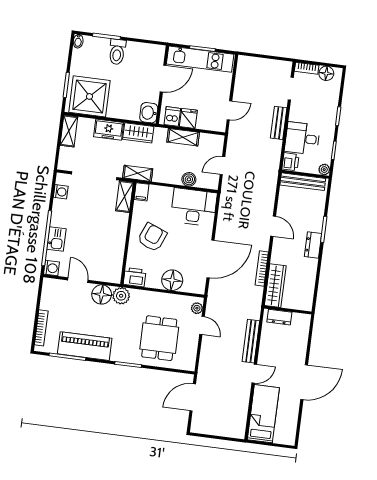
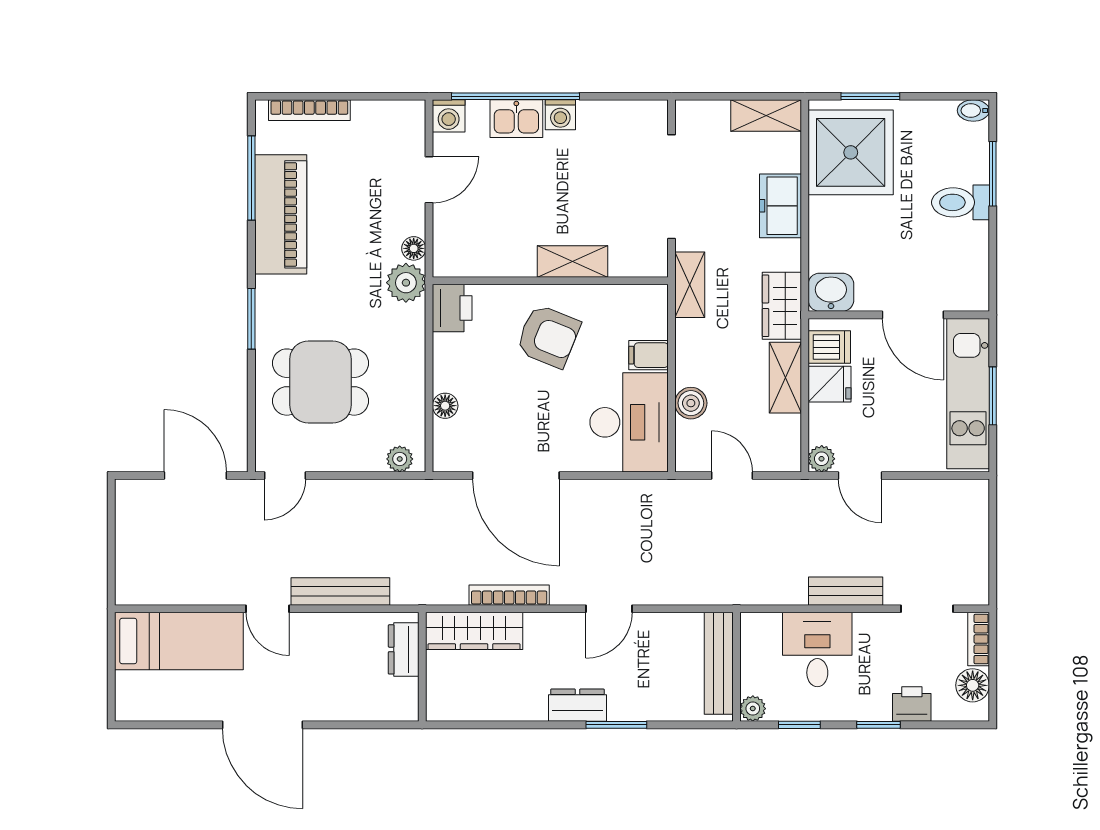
plant: (220, 126) -> (822, 459), added
wardrobe: (138, 133) -> (782, 306), moved
printer: (291, 162) -> (912, 704), moved, turned 180
washing machine: (61, 192) -> (560, 115), moved
filing cabinet: (142, 192) -> (648, 355), moved
shelving: (125, 197) -> (572, 261), moved
floor lamp: (172, 280) -> (445, 406), width x0.53, depth x0.53
floor lamp: (102, 294) -> (414, 248), width x0.53, depth x0.53
door: (202, 325) -> (285, 475), moved

